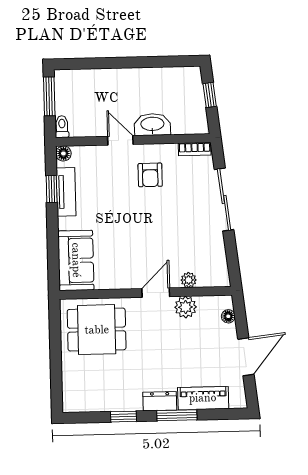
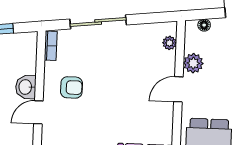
washbasin: (152, 125) -> (26, 87), width x0.72
plant: (189, 280) -> (169, 43), moved
door: (156, 293) -> (178, 89), hinge flipped

